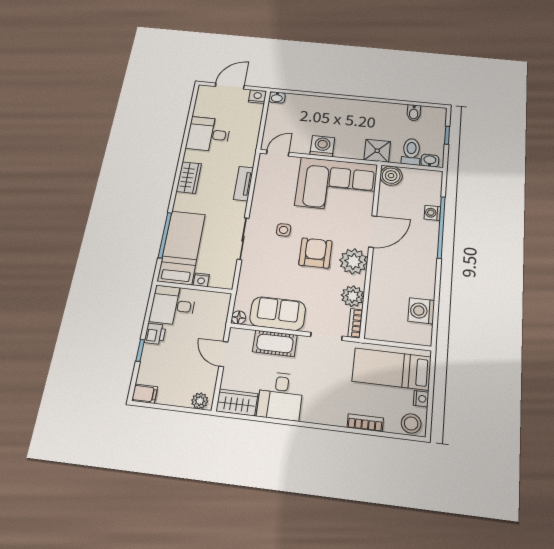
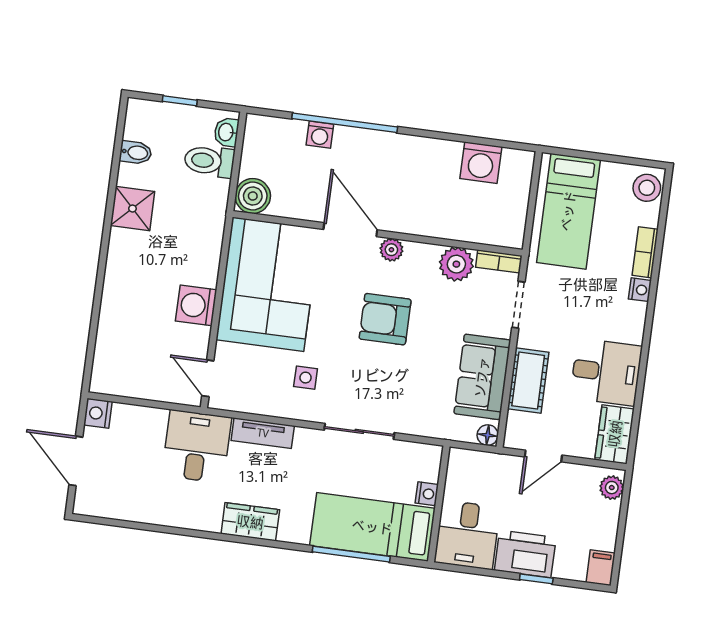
washbasin: (277, 97) -> (100, 380), removed
desk: (208, 134) -> (197, 446), moved, turned 180
shower: (377, 151) -> (132, 209), moved
side table: (284, 230) -> (306, 378), moved
plant: (353, 261) -> (391, 250), width x0.53, depth x0.53
printer: (155, 334) -> (525, 554), width x1.87, depth x1.48
nightstand: (421, 399) -> (640, 290), moved, turned 90

